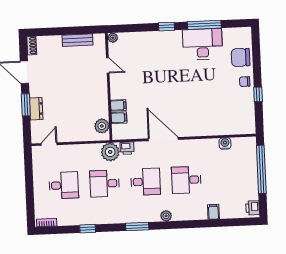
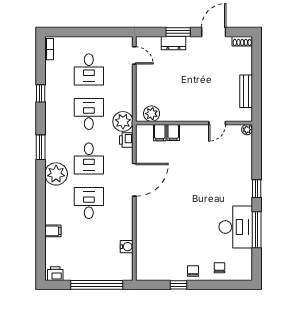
chair: (241, 57) -> (219, 268), width x0.54, depth x0.54
plant: (166, 216) -> (56, 174), width x1.88, depth x1.88

